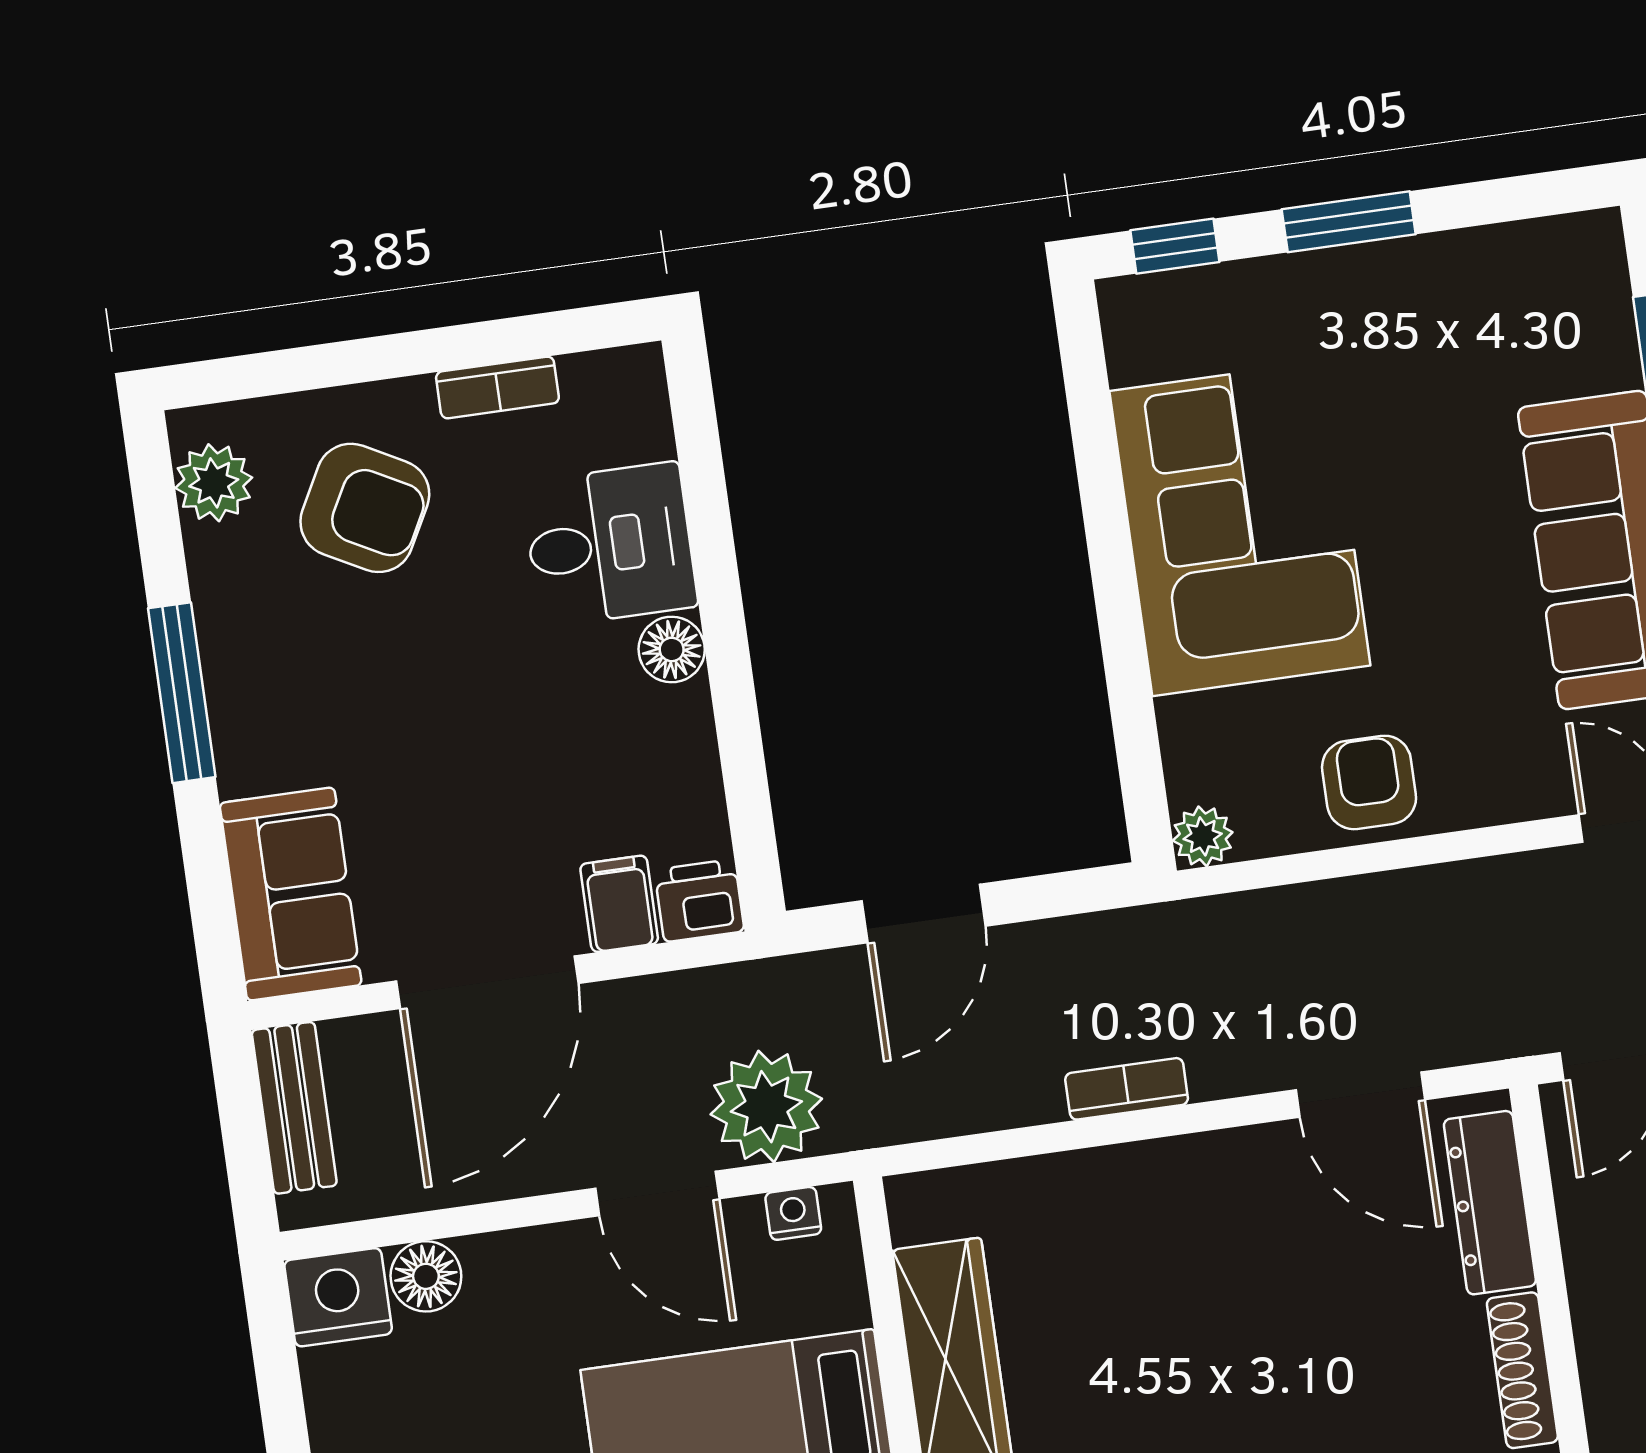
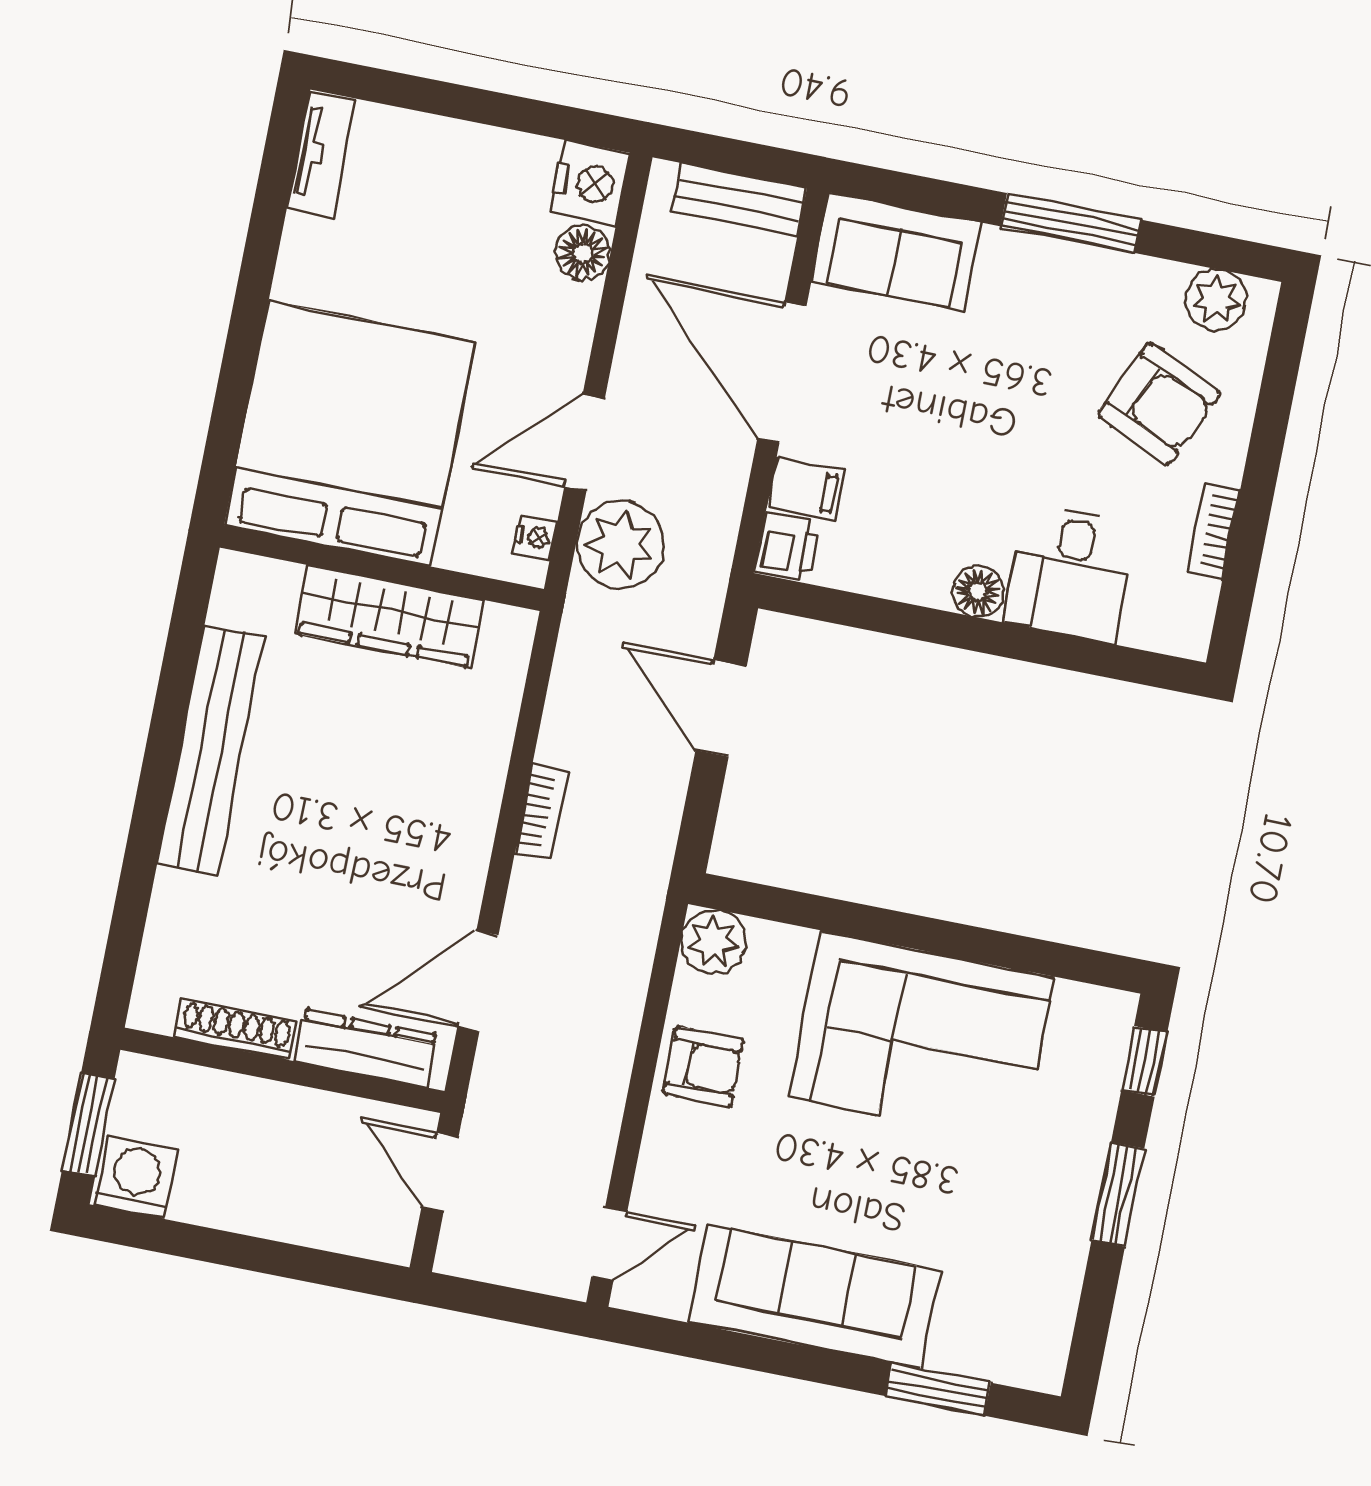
armchair: (365, 508) -> (1159, 404), turned -94
plant: (1203, 836) -> (713, 942), width x1.38, depth x1.38

